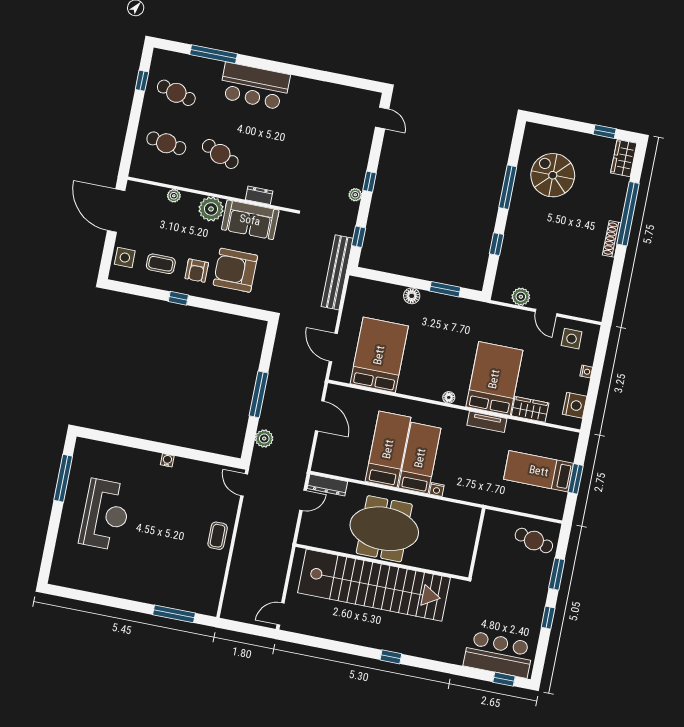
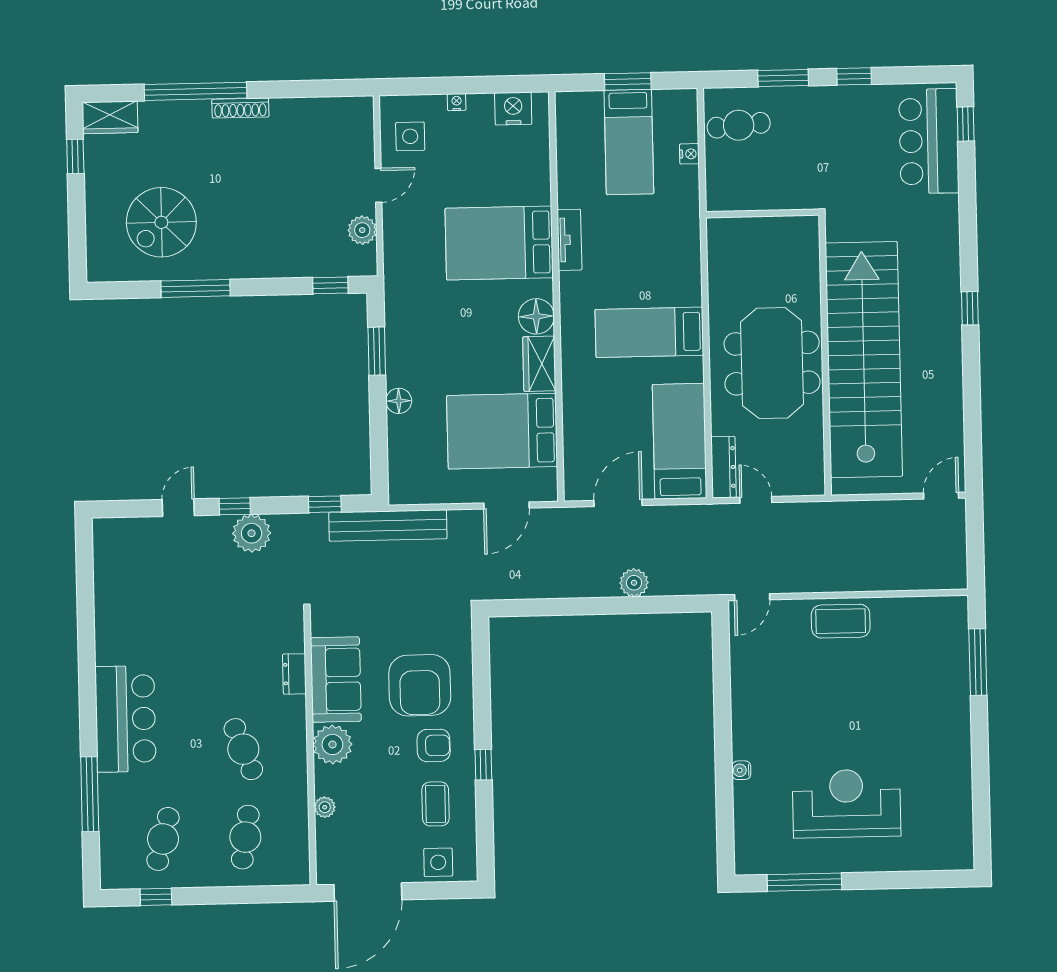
door: (382, 118) -> (178, 508), moved
cafe table: (220, 154) -> (243, 749), turned -45
plant: (355, 195) -> (252, 533), width x1.88, depth x1.88
window: (496, 244) -> (330, 285), moved
window: (259, 394) -> (606, 606), removed
floor lamp: (449, 397) -> (536, 316), width x1.89, depth x1.89
wardrobe: (530, 409) -> (539, 364), moved
plant: (264, 439) -> (634, 583), moved
bed: (388, 449) -> (680, 441), moved, turned 90
water cooler: (167, 460) -> (741, 770), moved
nightstand: (437, 489) -> (689, 154), moved
coffee table: (218, 536) -> (841, 621), width x1.36, depth x1.30
cafe table: (534, 541) -> (739, 125), turned 71
door: (281, 614) -> (941, 496), swing flipped

